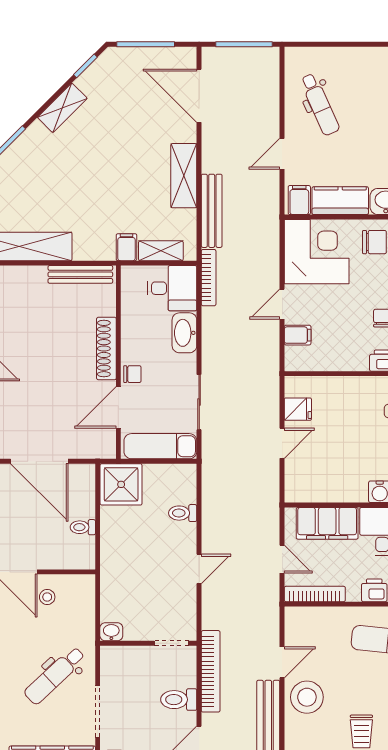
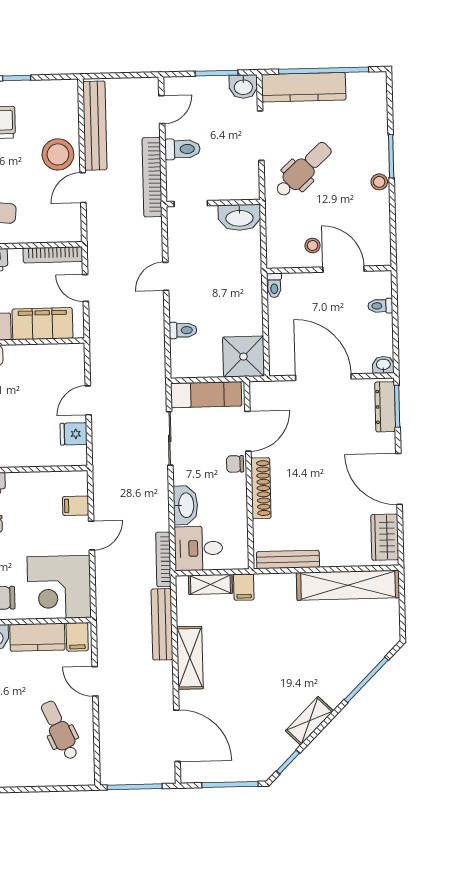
door: (282, 154) -> (95, 681), swing flipped
toilet: (83, 527) -> (274, 285), moved, turned 90
washbasin: (111, 632) -> (239, 218), width x1.91, depth x1.45

